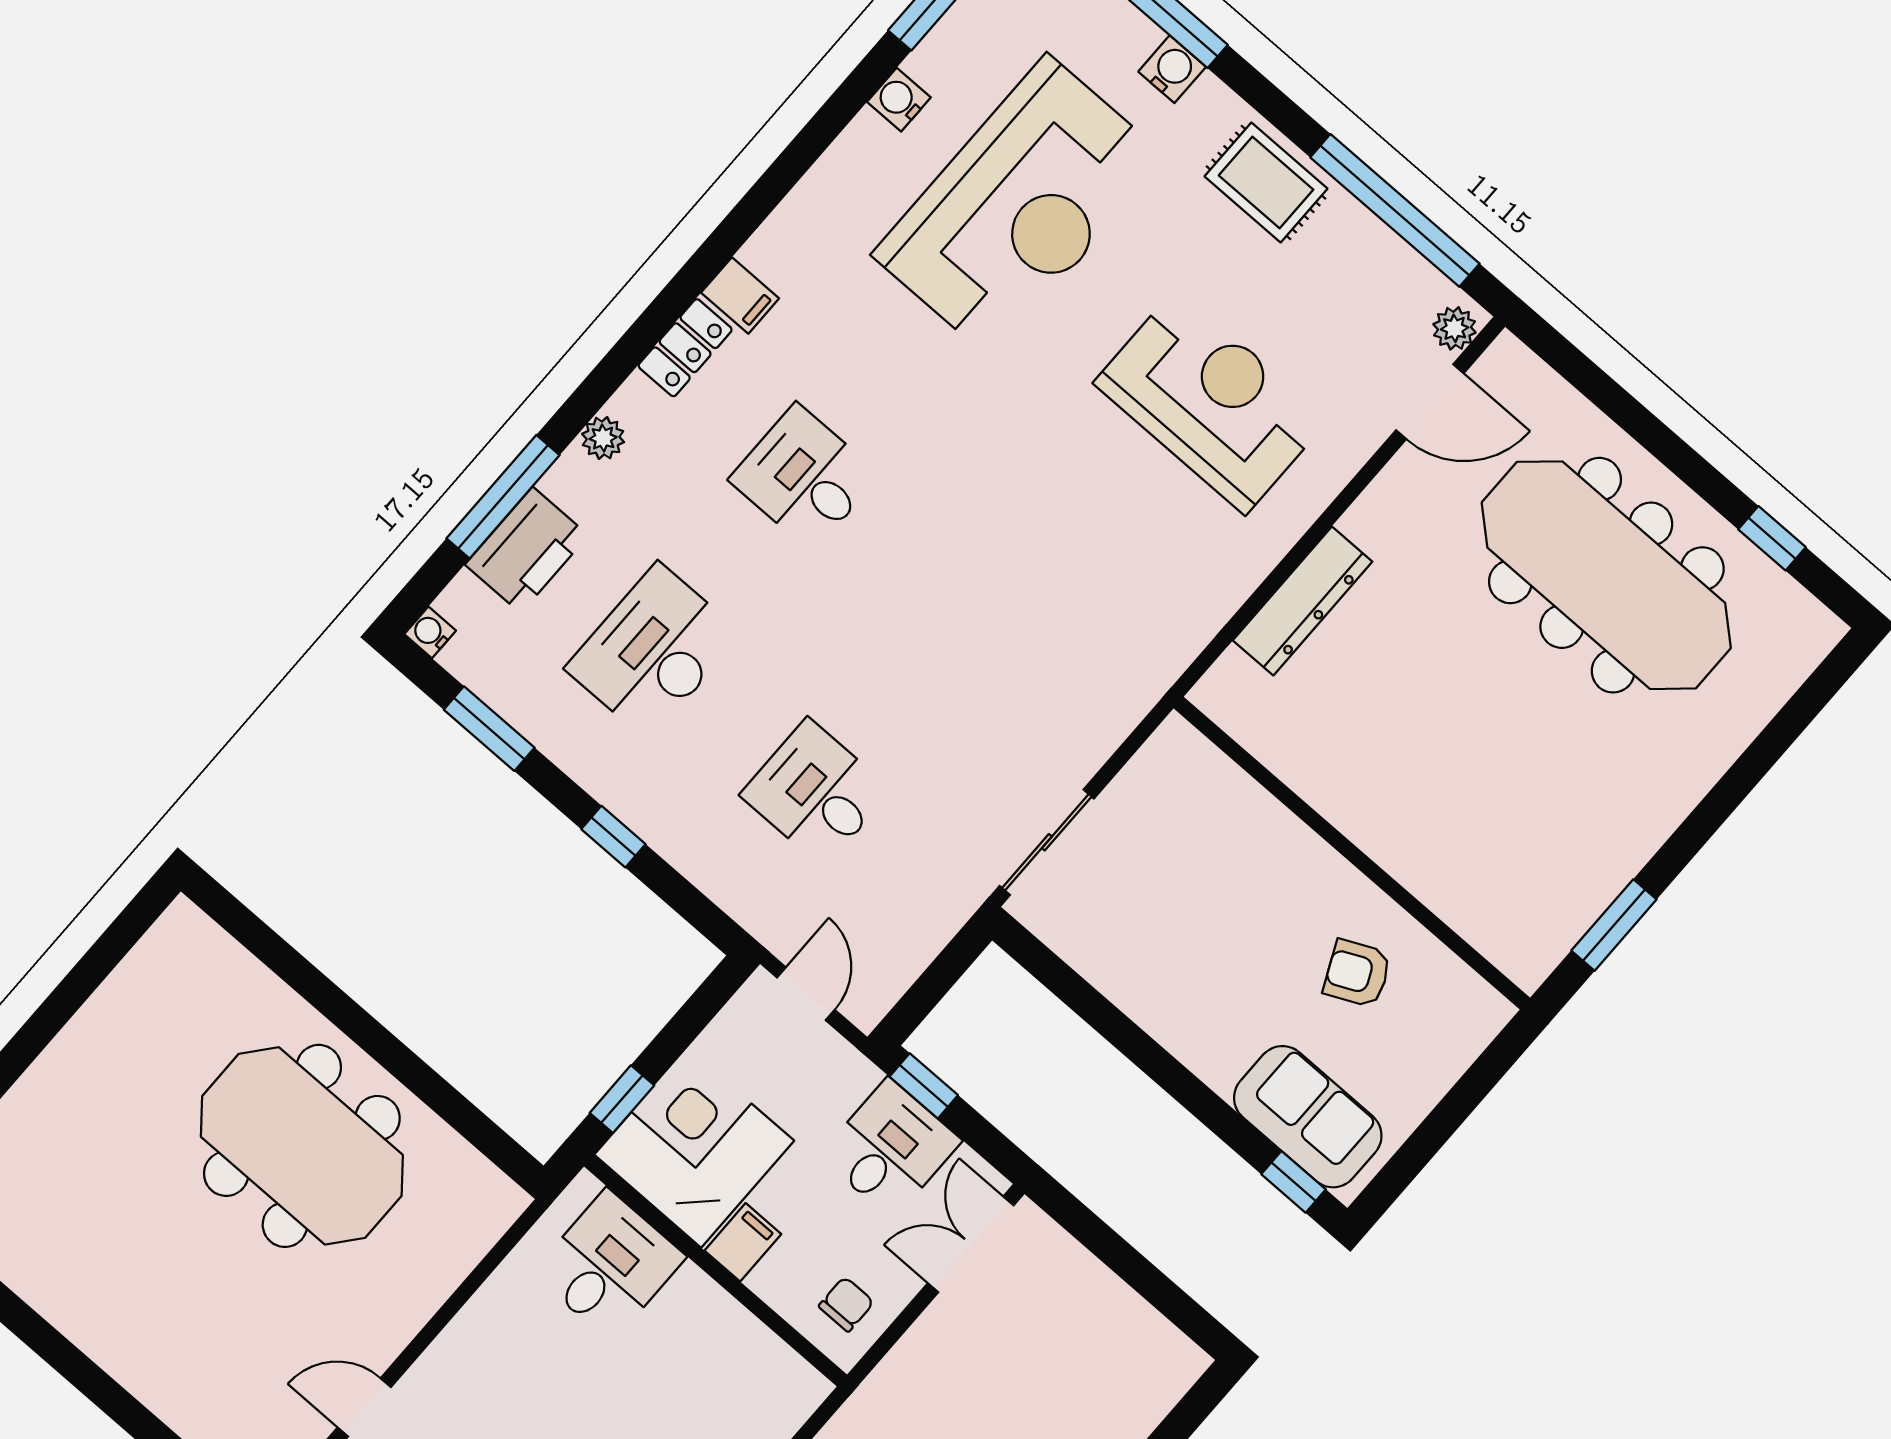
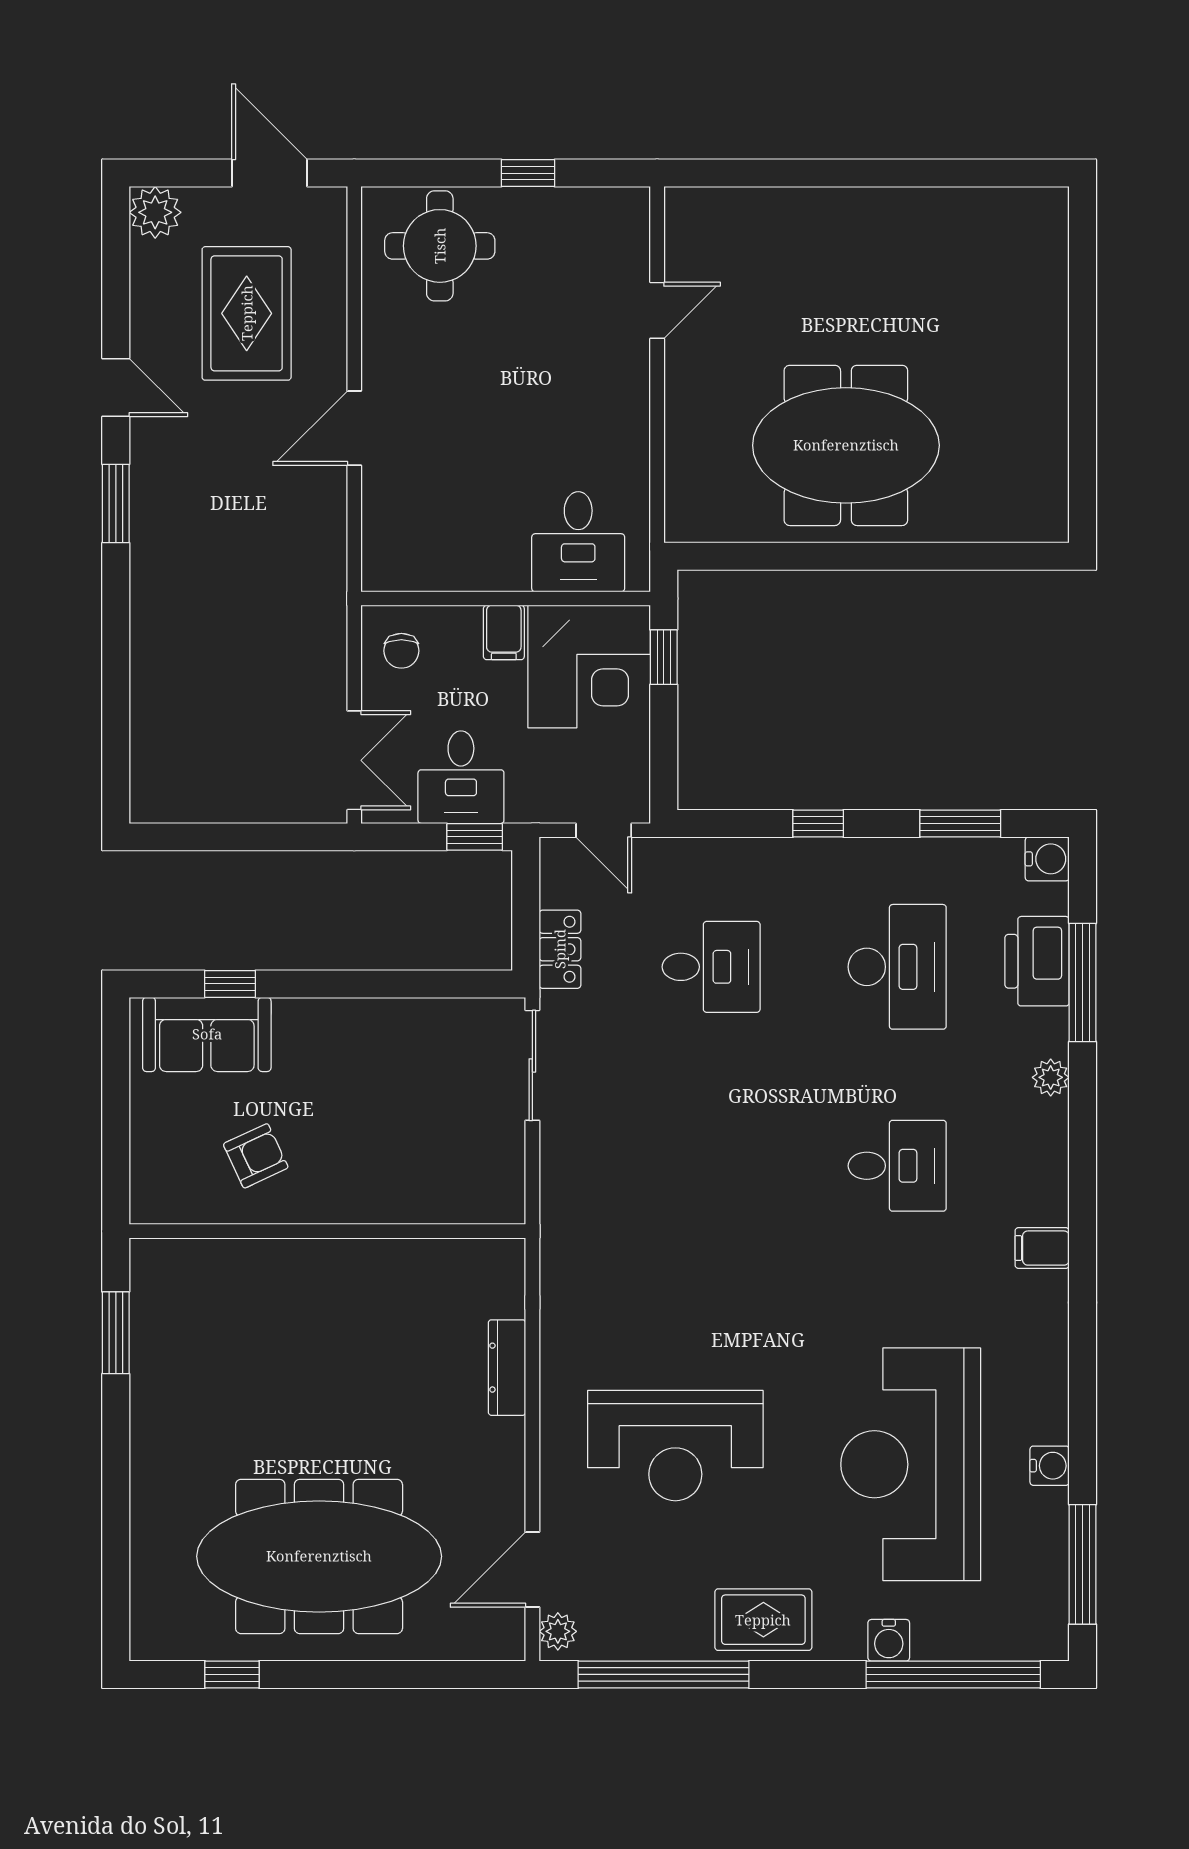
locker: (685, 348) -> (560, 949), moved, turned 180
dresser: (1303, 601) -> (507, 1368), width x0.73, depth x0.80
water cooler: (430, 632) -> (1047, 859), width x1.38, depth x1.38
window: (1294, 1182) -> (230, 984), moved

